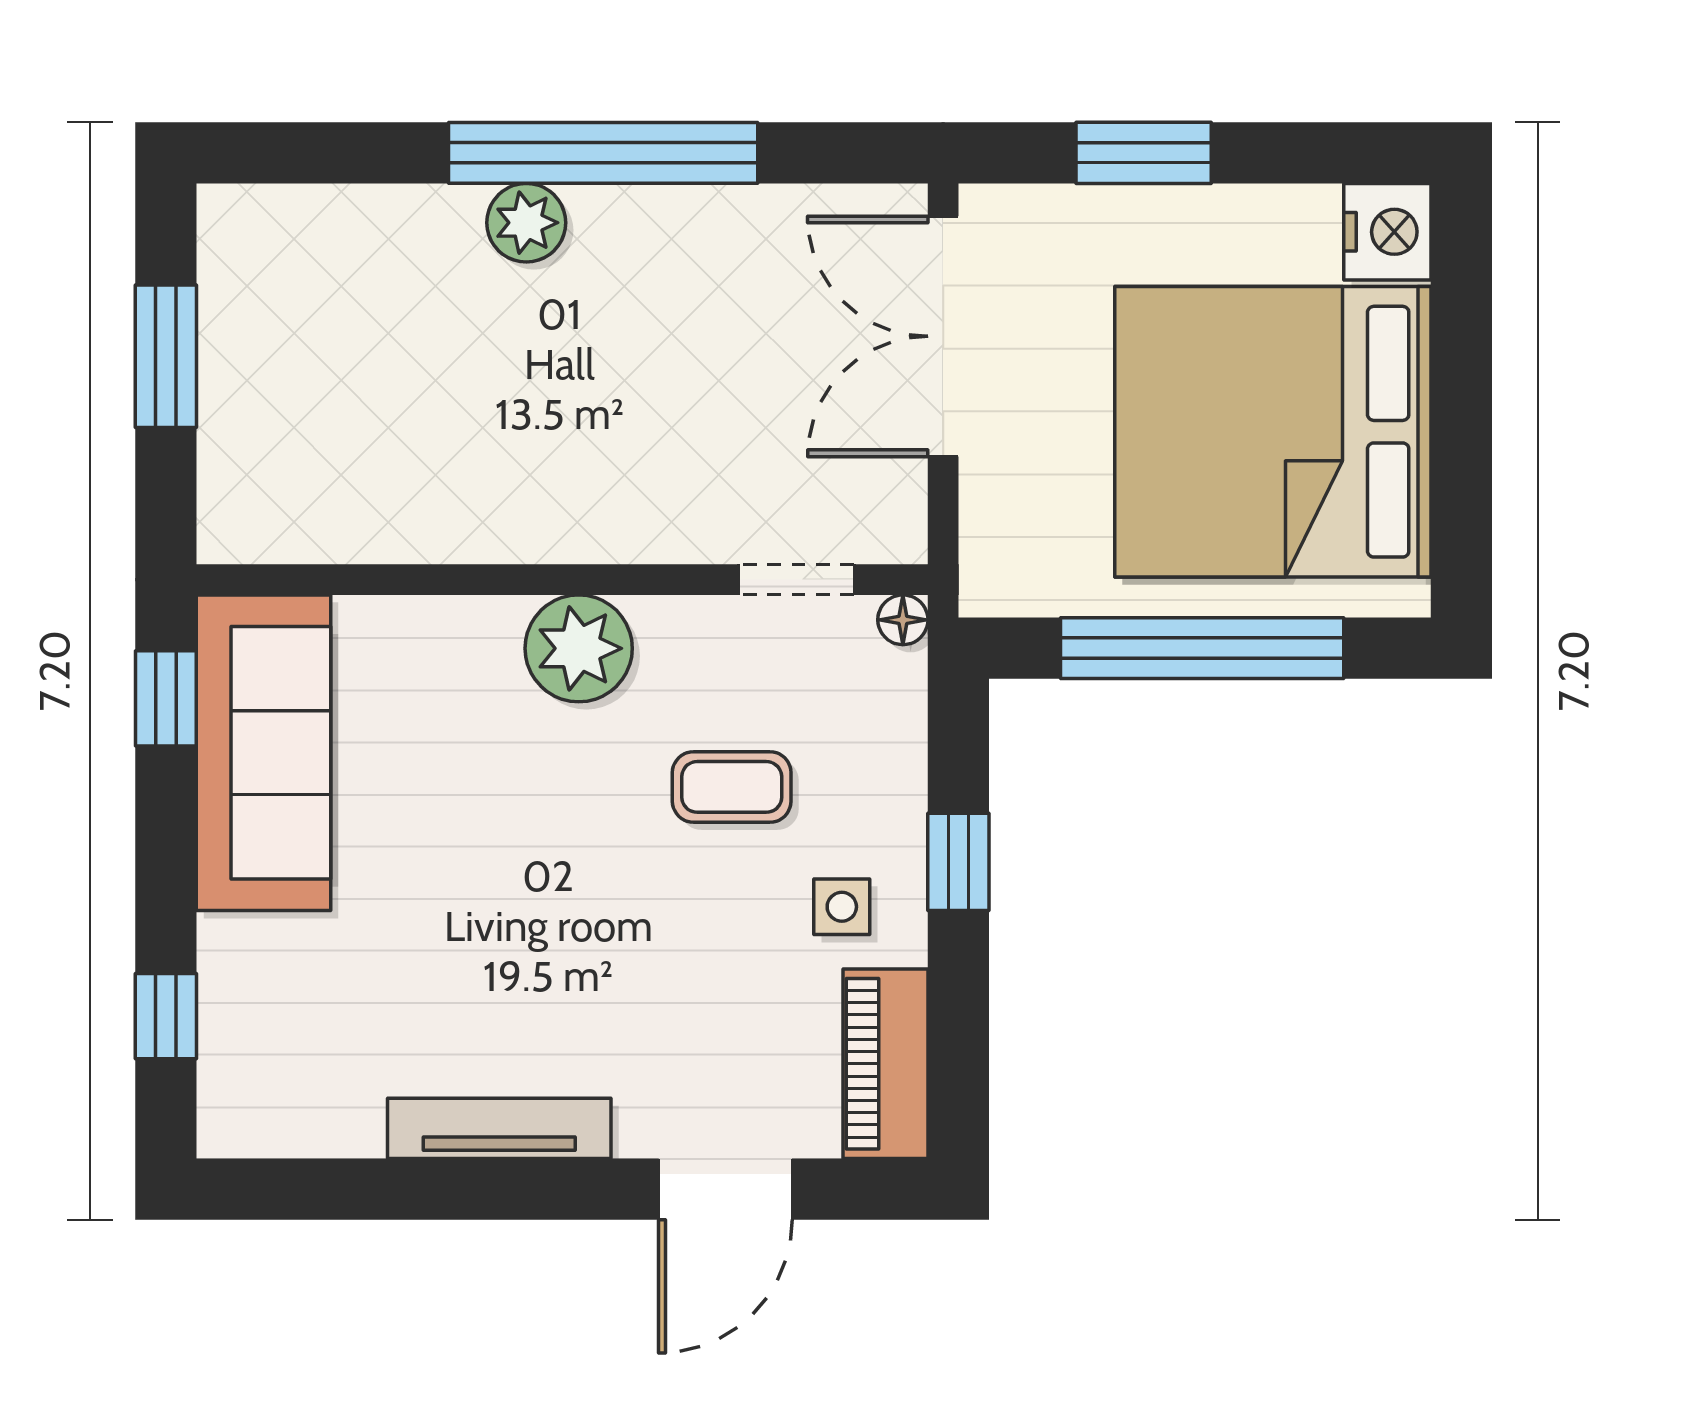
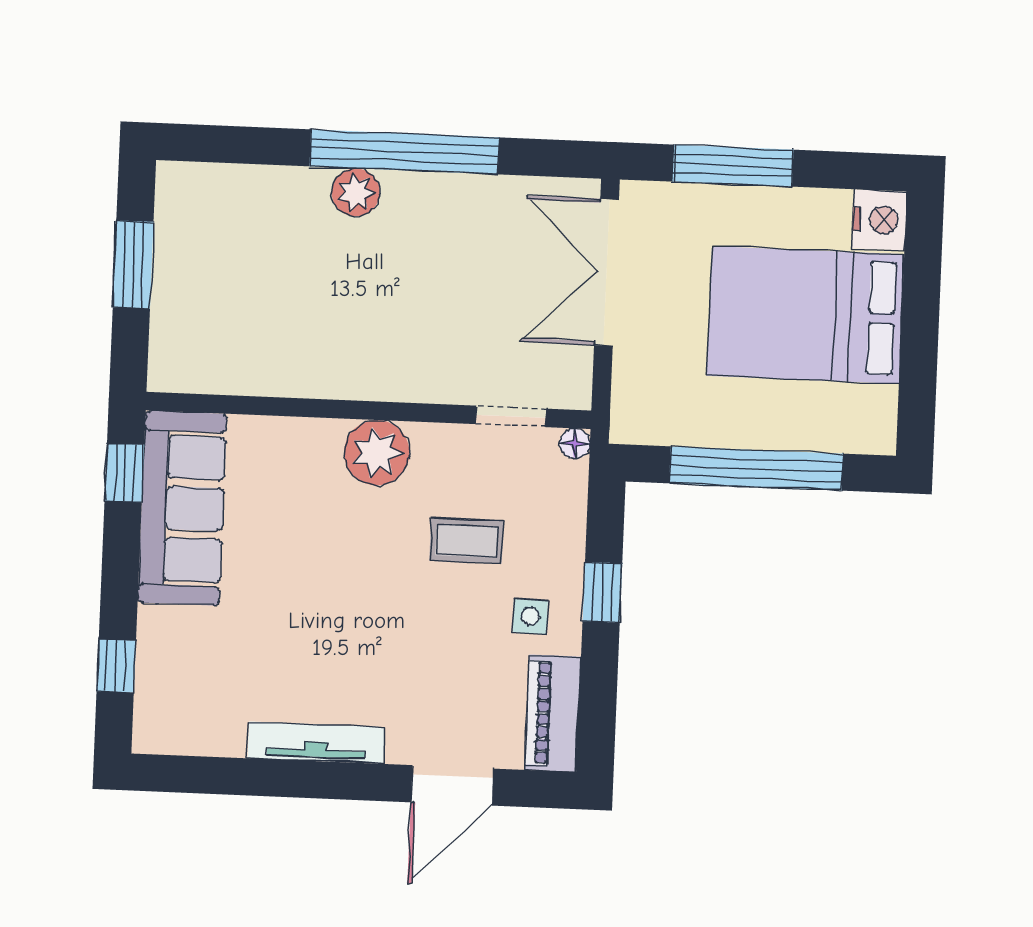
window: (1144, 153) -> (733, 166), width x1.44
bed: (1273, 432) -> (806, 315), width x0.73

